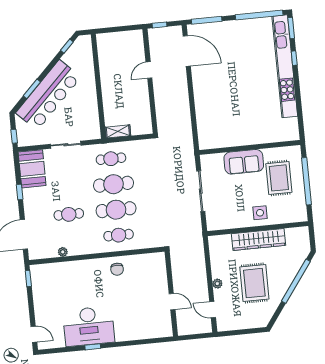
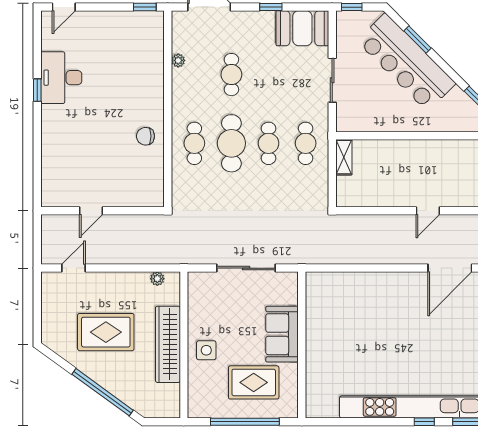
door: (149, 70) -> (428, 211), swing flipped
cafe table: (113, 184) -> (269, 143), width x0.73, depth x0.74
plant: (217, 284) -> (157, 279), moved
desk: (89, 326) -> (61, 78), width x0.73, depth x0.77

